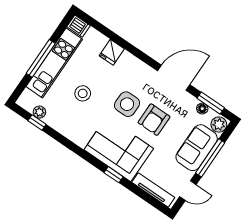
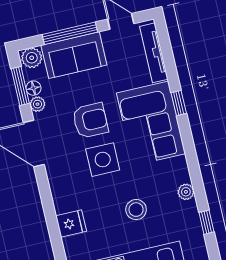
plant: (192, 102) -> (37, 104), added
plant: (39, 112) -> (186, 192), moved

